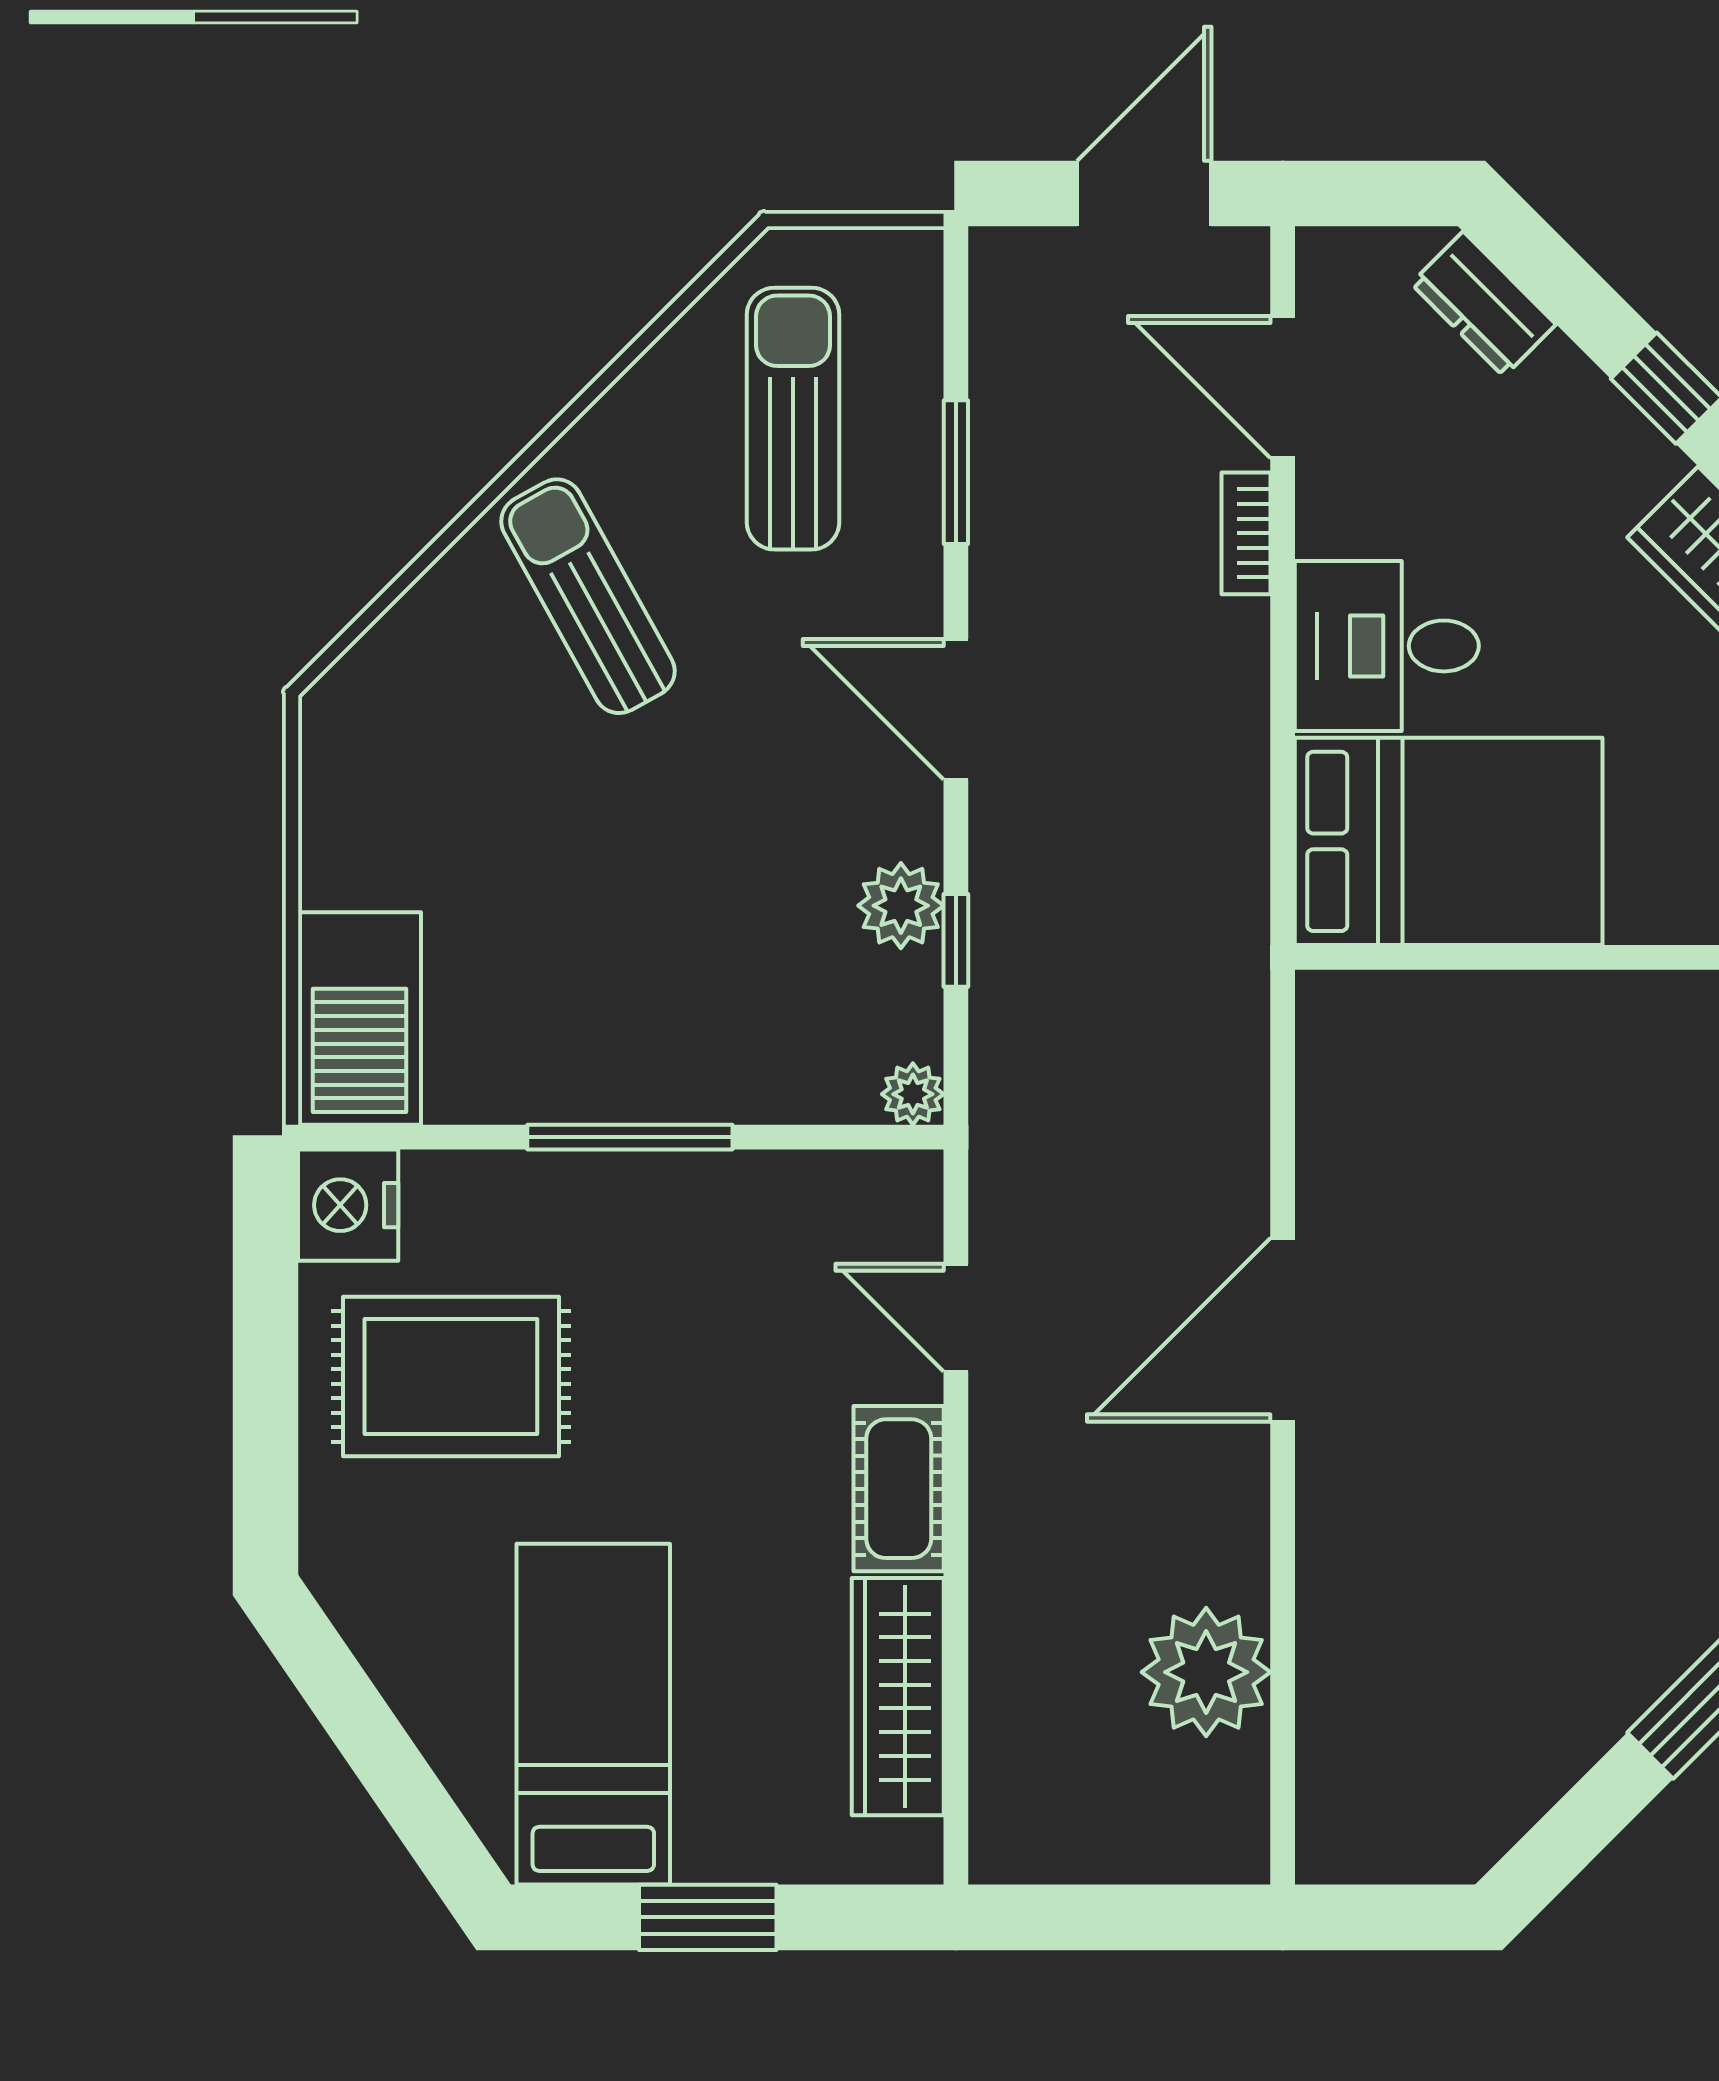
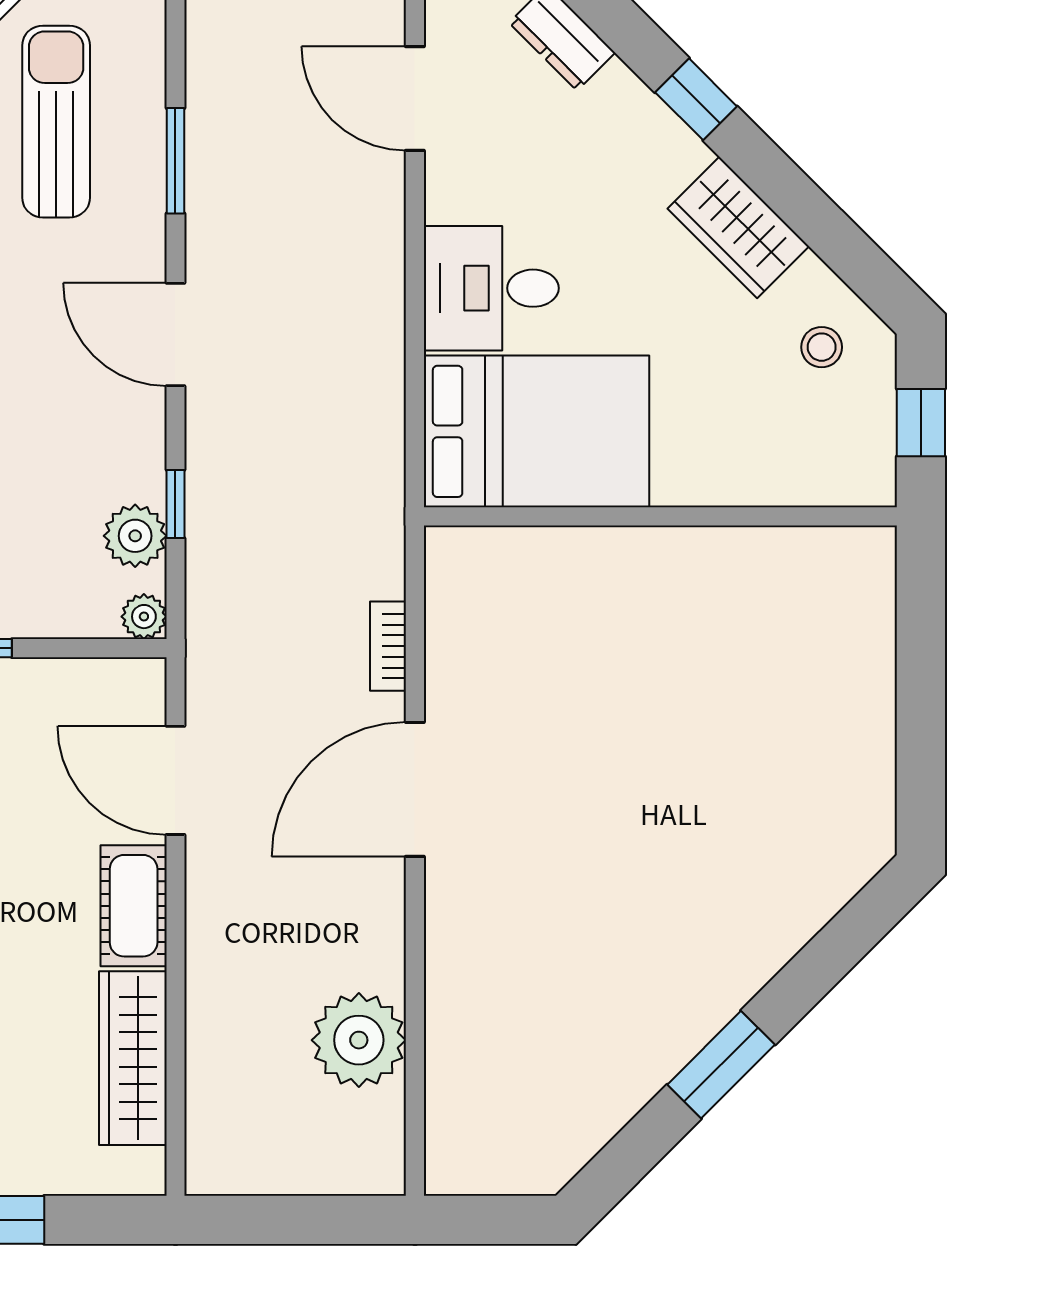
bookcase: (1246, 533) -> (388, 646), moved
plant: (901, 906) -> (135, 536), moved
door: (956, 1318) -> (175, 780), width x1.38

